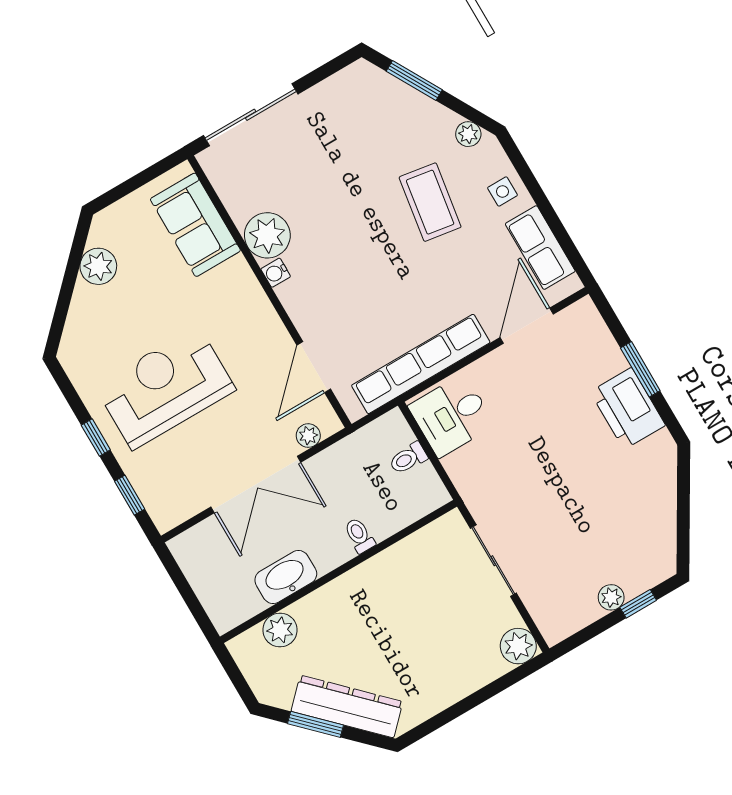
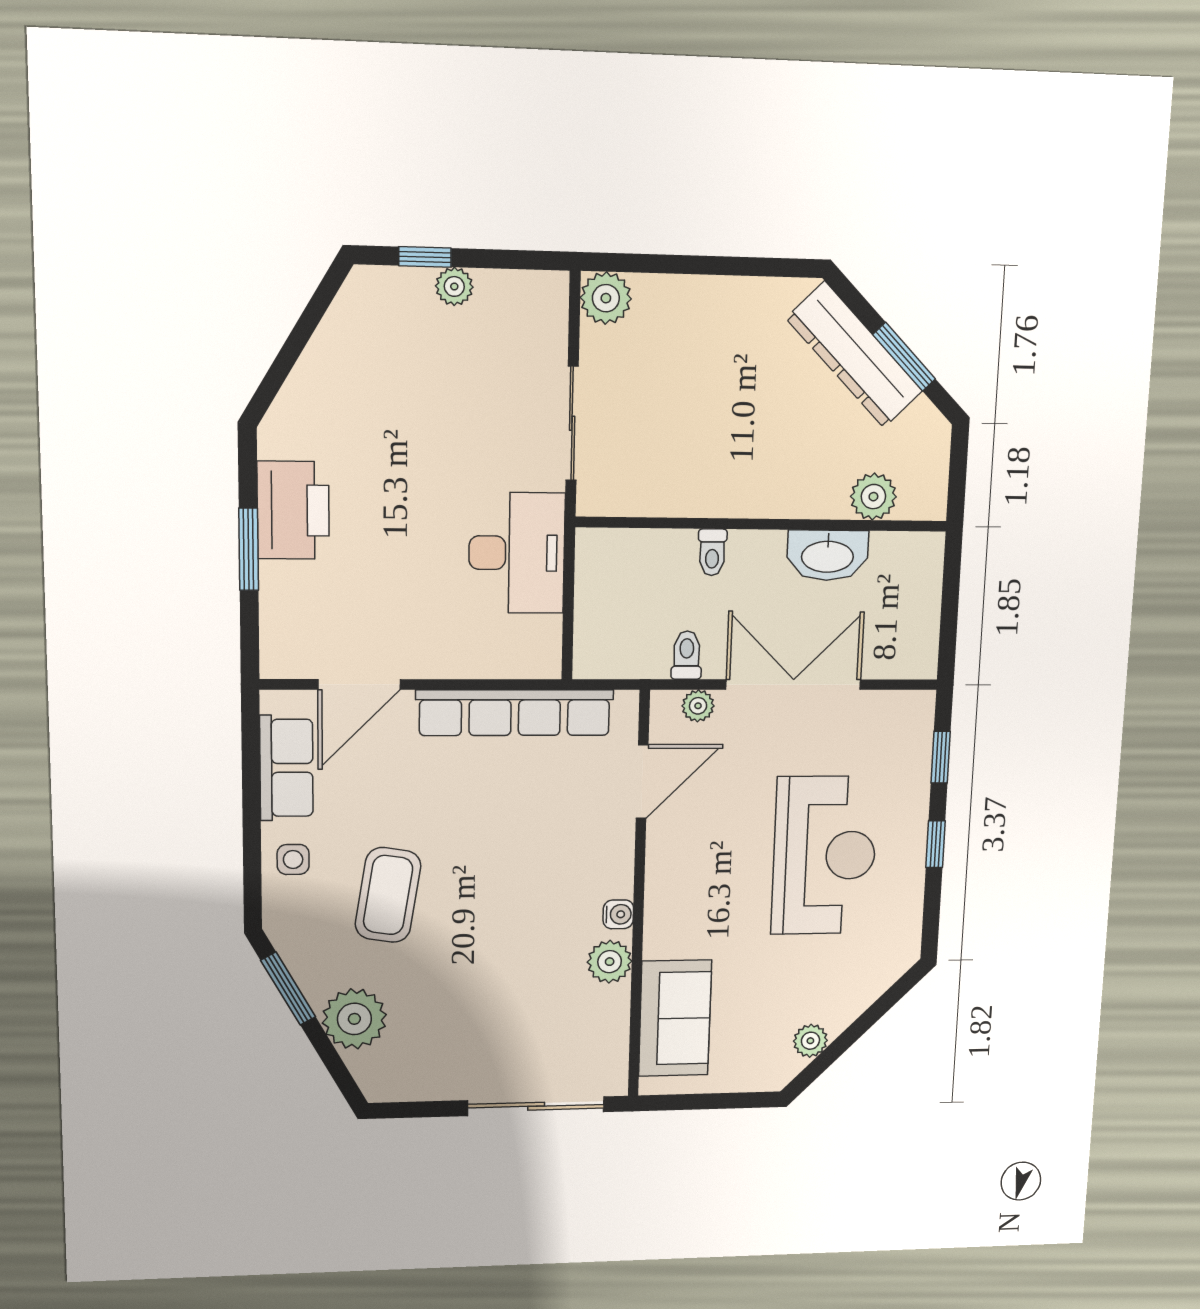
window: (414, 80) -> (288, 989), moved
plant: (468, 134) -> (354, 1019), moved, width x1.88, depth x1.88
plant: (267, 235) -> (610, 962), width x0.73, depth x0.73
plant: (98, 266) -> (810, 1041), width x0.73, depth x0.73
reception desk: (165, 388) -> (824, 855), turned -90
desk: (451, 416) -> (517, 553), moved, width x1.37
toilet: (408, 458) -> (687, 655), moved, turned -90

